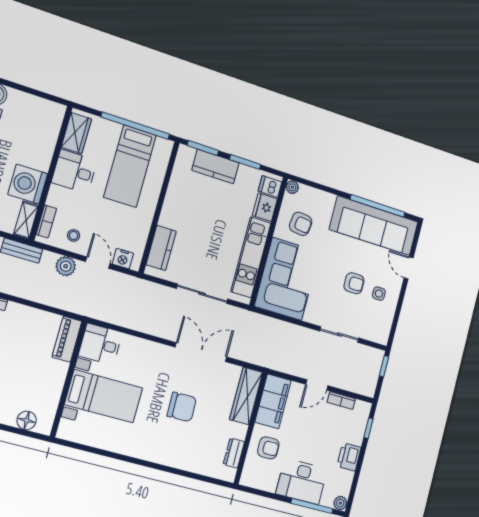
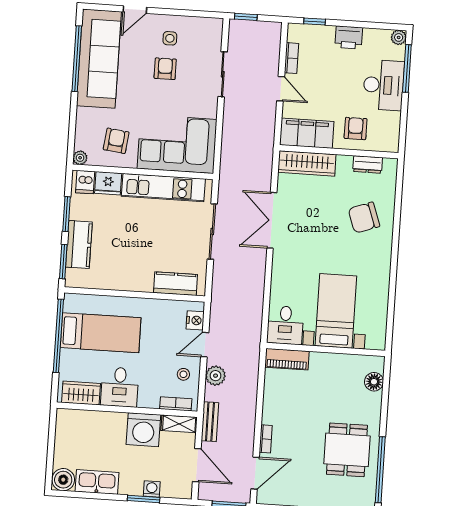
chair: (182, 407) -> (364, 218), moved, turned -109

